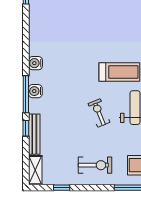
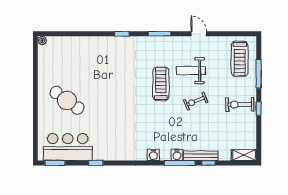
bench: (34, 134) -> (201, 156), moved
exercise bike: (95, 165) -> (240, 104), turned -91
window: (62, 188) -> (259, 109), moved

